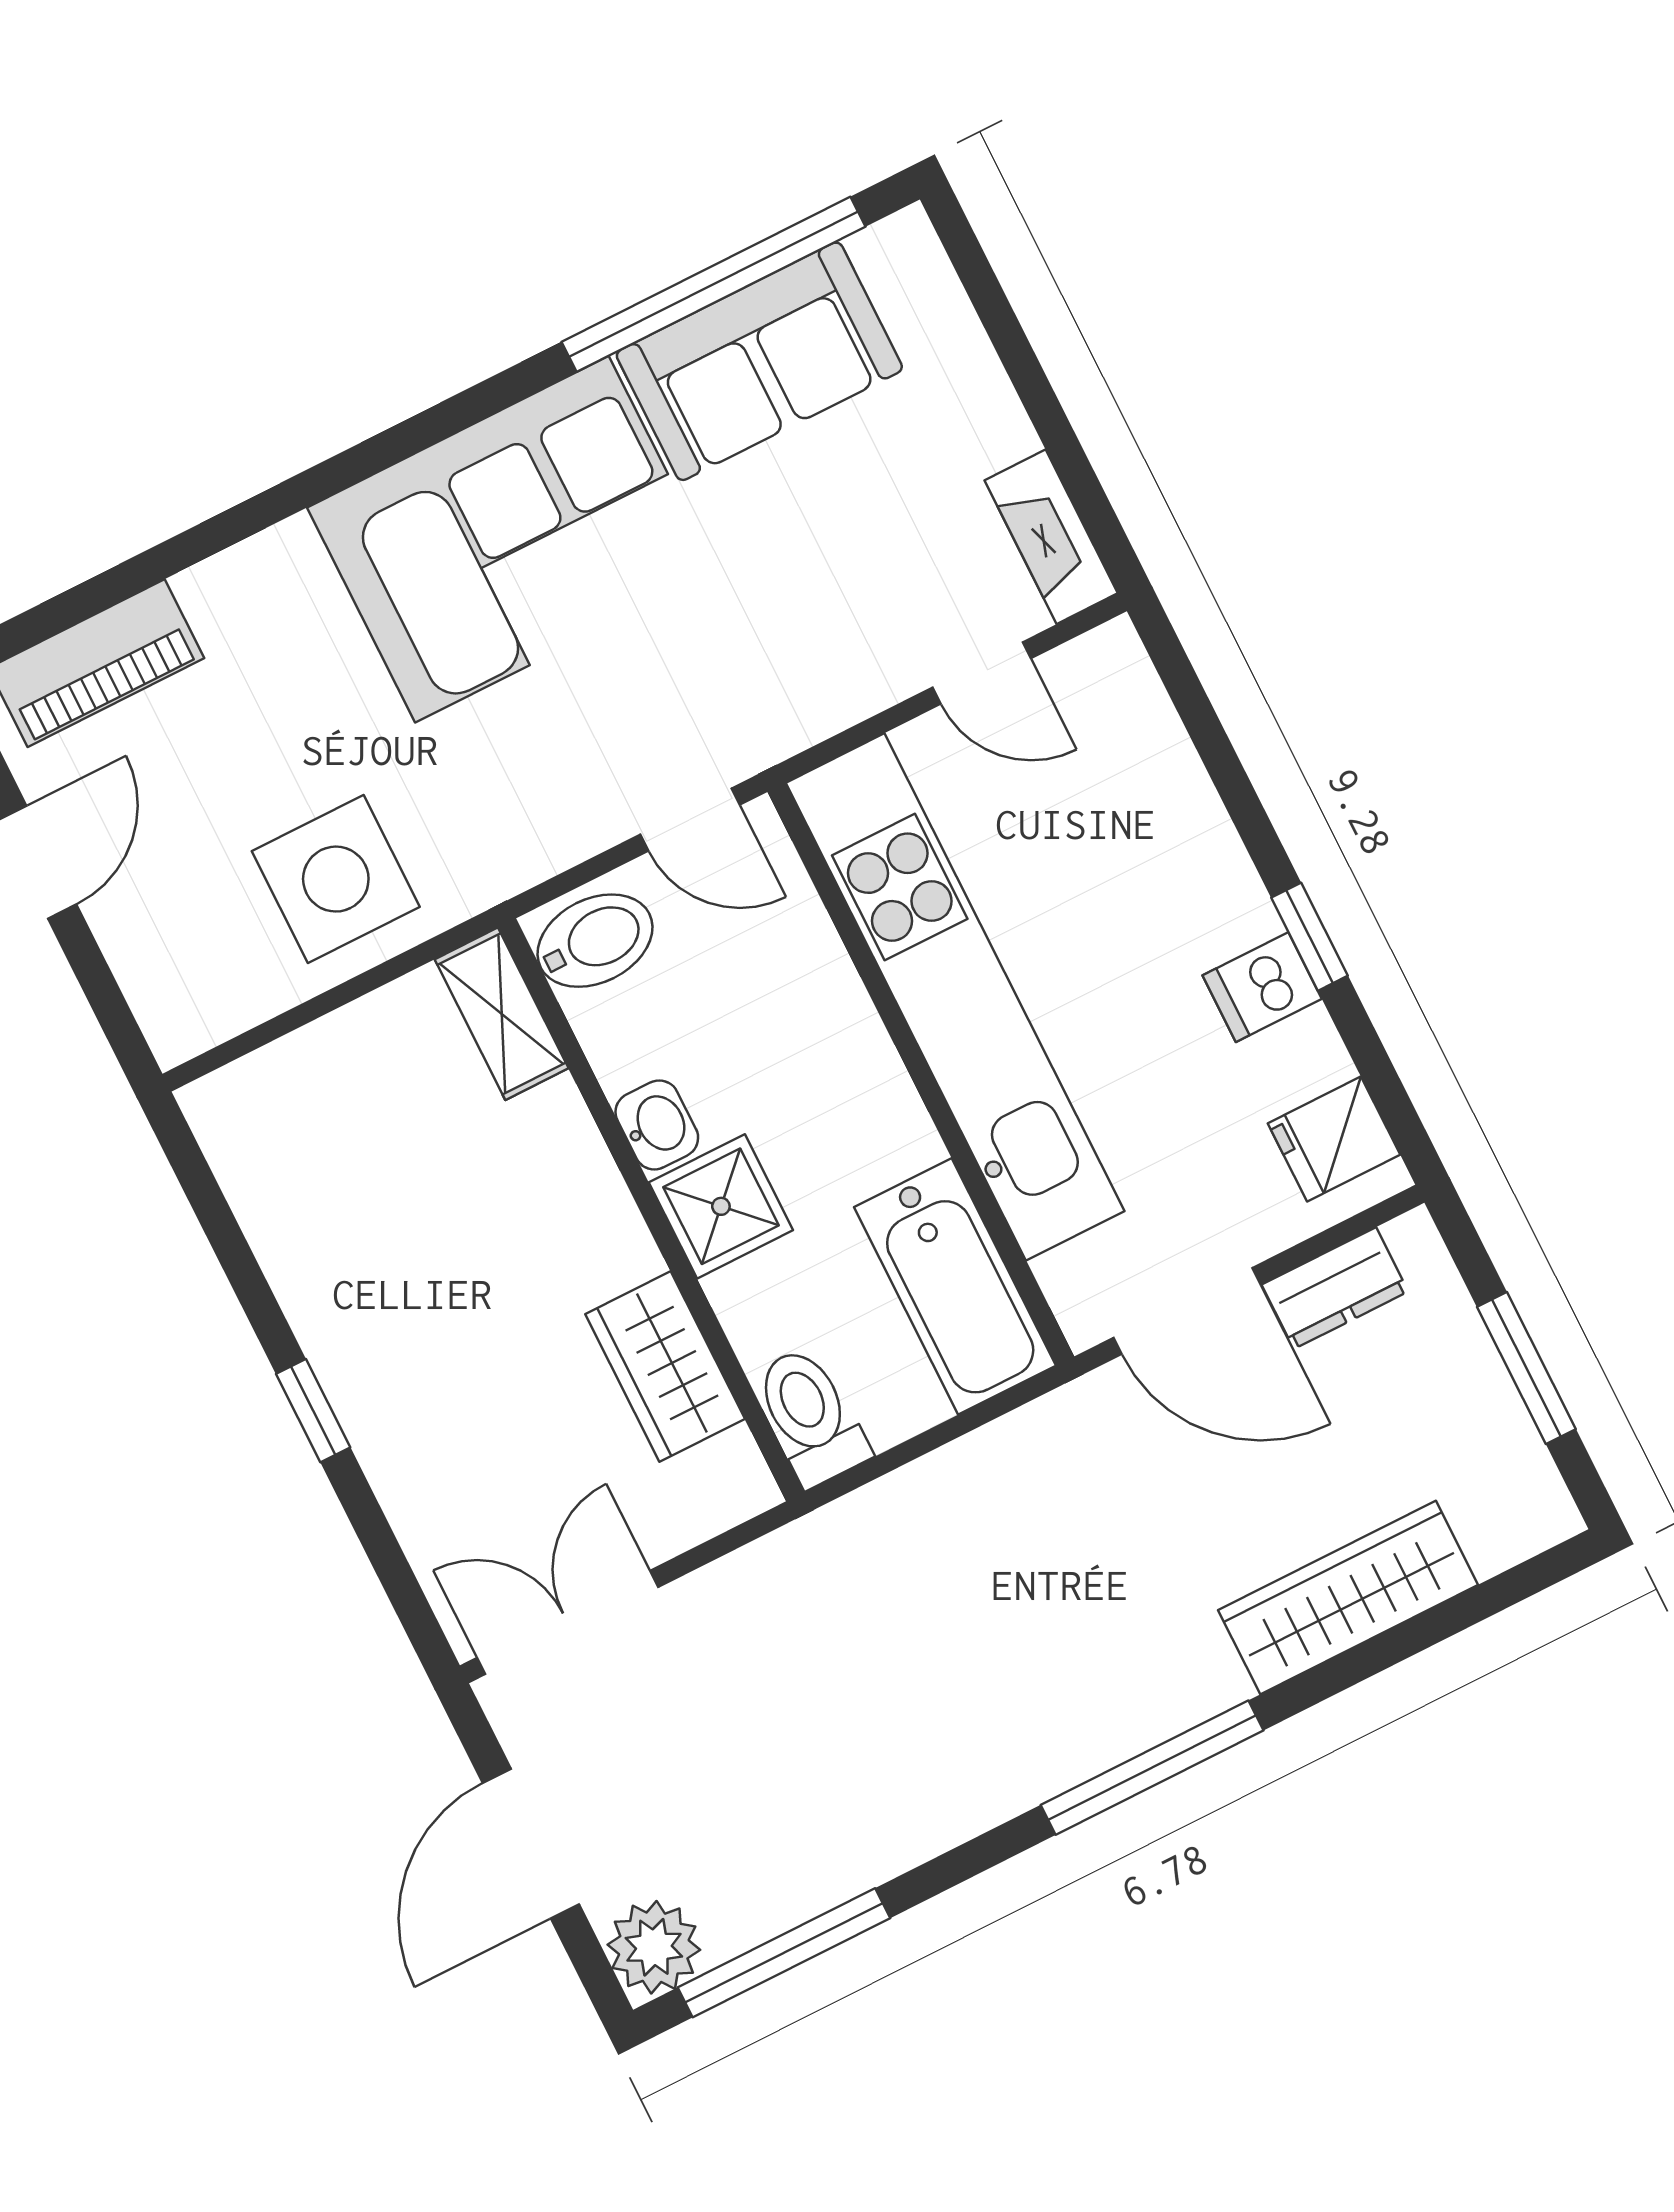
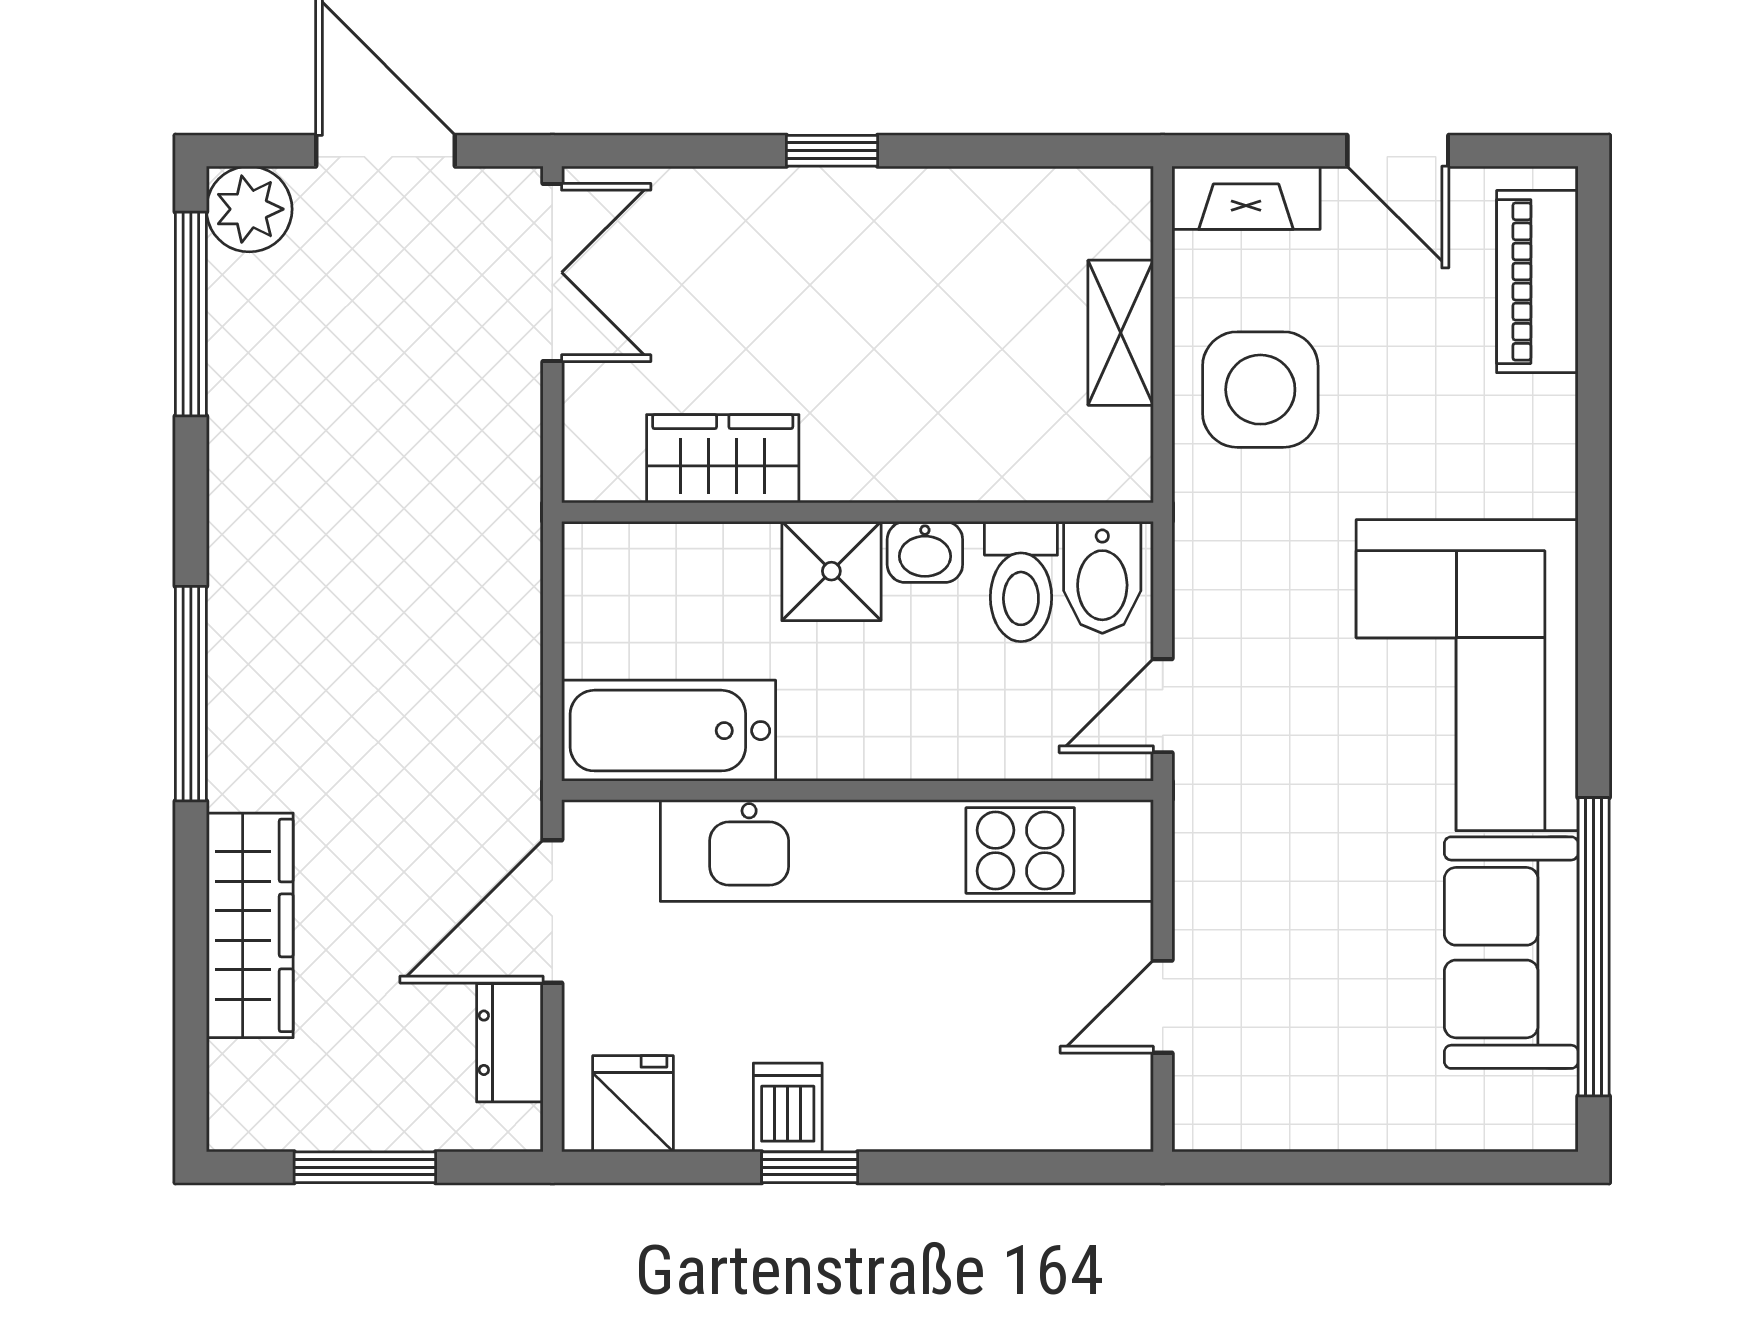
fireplace: (1051, 537) -> (1246, 198), moved, turned 180
shelving: (502, 1014) -> (1121, 333), moved, turned 90
toilet: (811, 1416) -> (1021, 582), moved, turned 90

